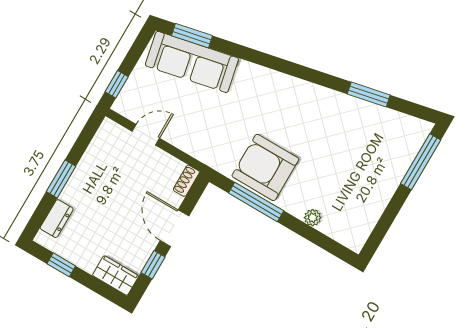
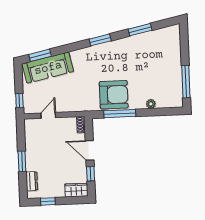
window: (298, 71) -> (100, 40), added
window: (421, 162) -> (186, 82), moved
armchair: (265, 167) -> (114, 95), turned 180

